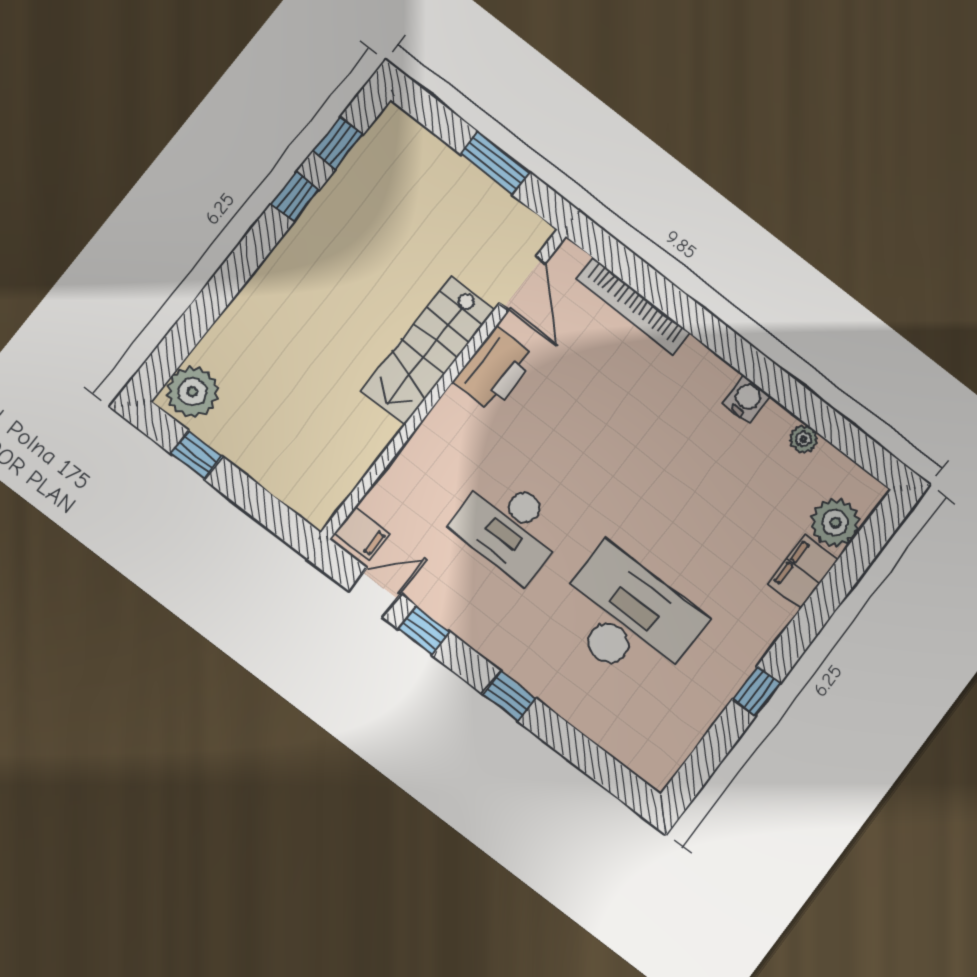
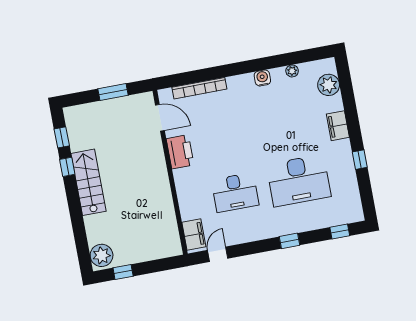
stairs: (428, 350) -> (89, 182), moved, turned 180
filing cabinet: (362, 534) -> (194, 235), width x2.00
filing cabinet: (803, 572) -> (338, 126), moved
desk: (627, 618) -> (299, 181), turned 180
window: (424, 630) -> (340, 231), moved

